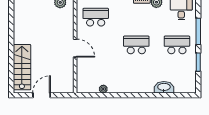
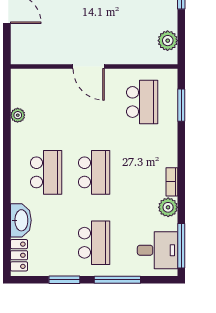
door: (75, 48) -> (89, 67), hinge flipped
school desk: (136, 73) -> (46, 172), added
locker: (184, 88) -> (19, 255), added

